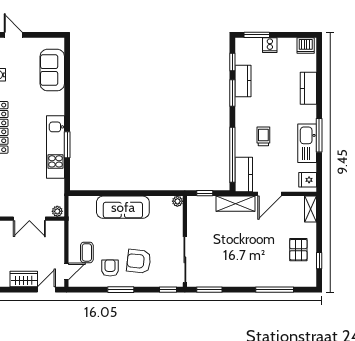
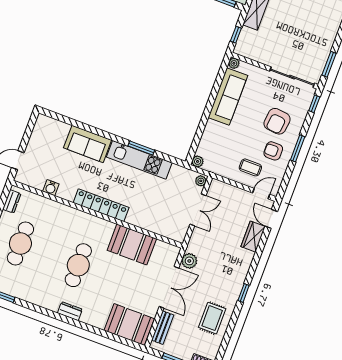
sofa: (52, 70) -> (88, 144), moved
plant: (74, 202) -> (198, 161), added
sofa: (123, 207) -> (228, 97), moved
door: (66, 272) -> (261, 194), hinge flipped

